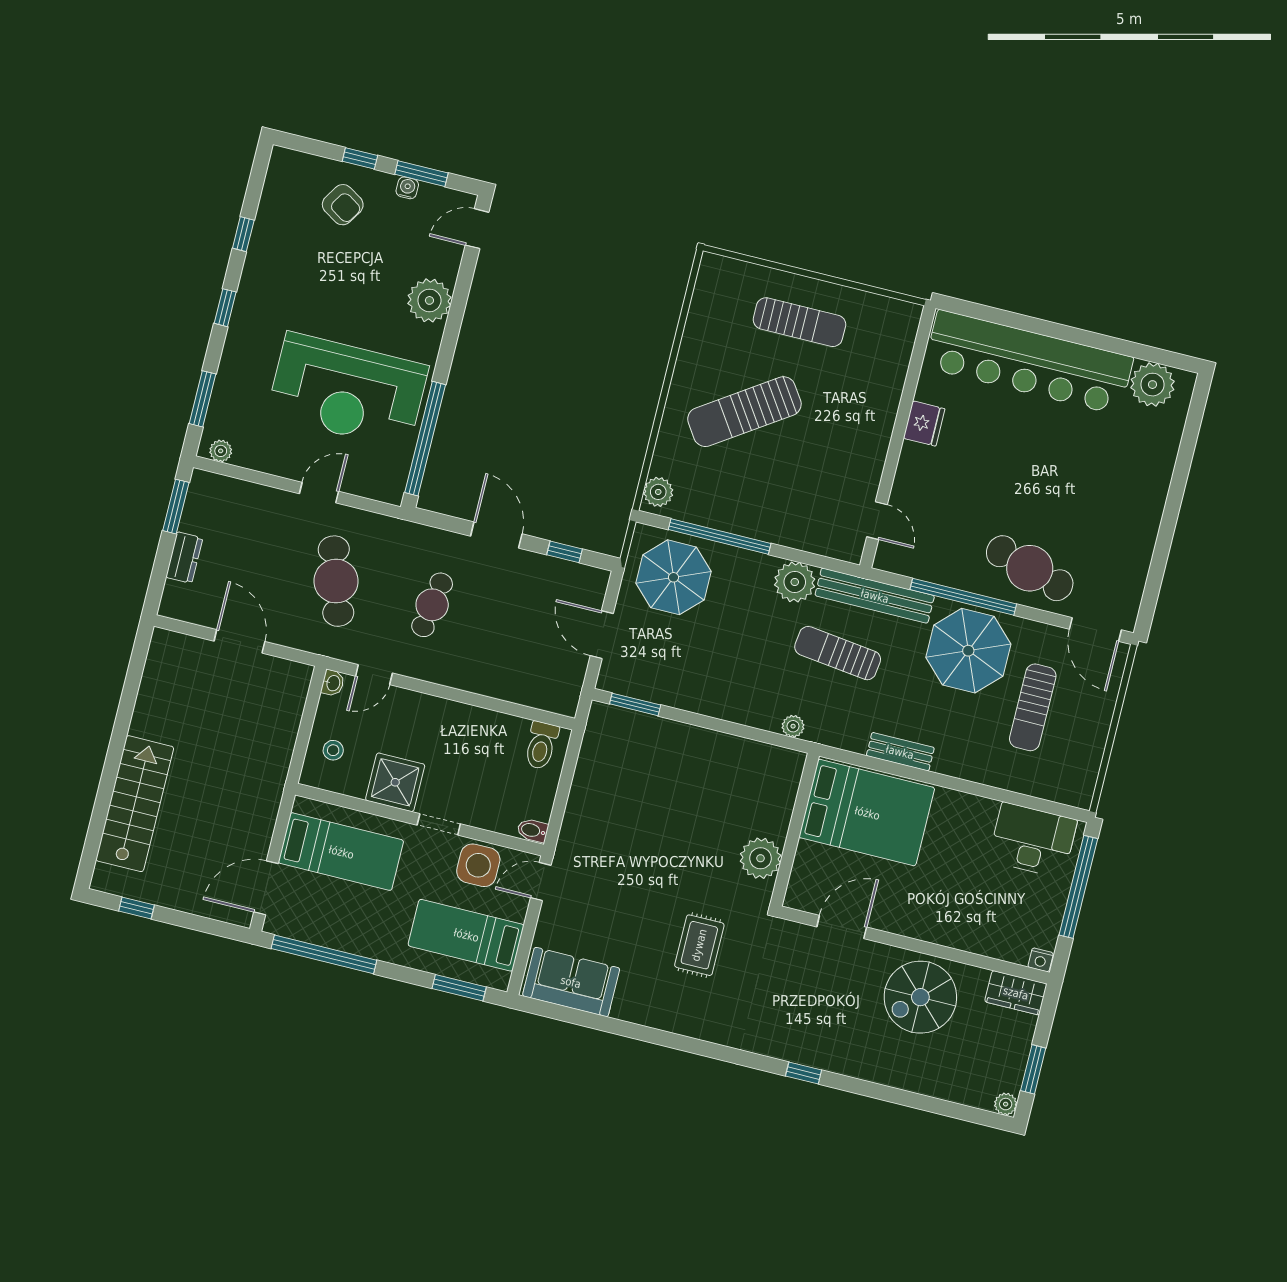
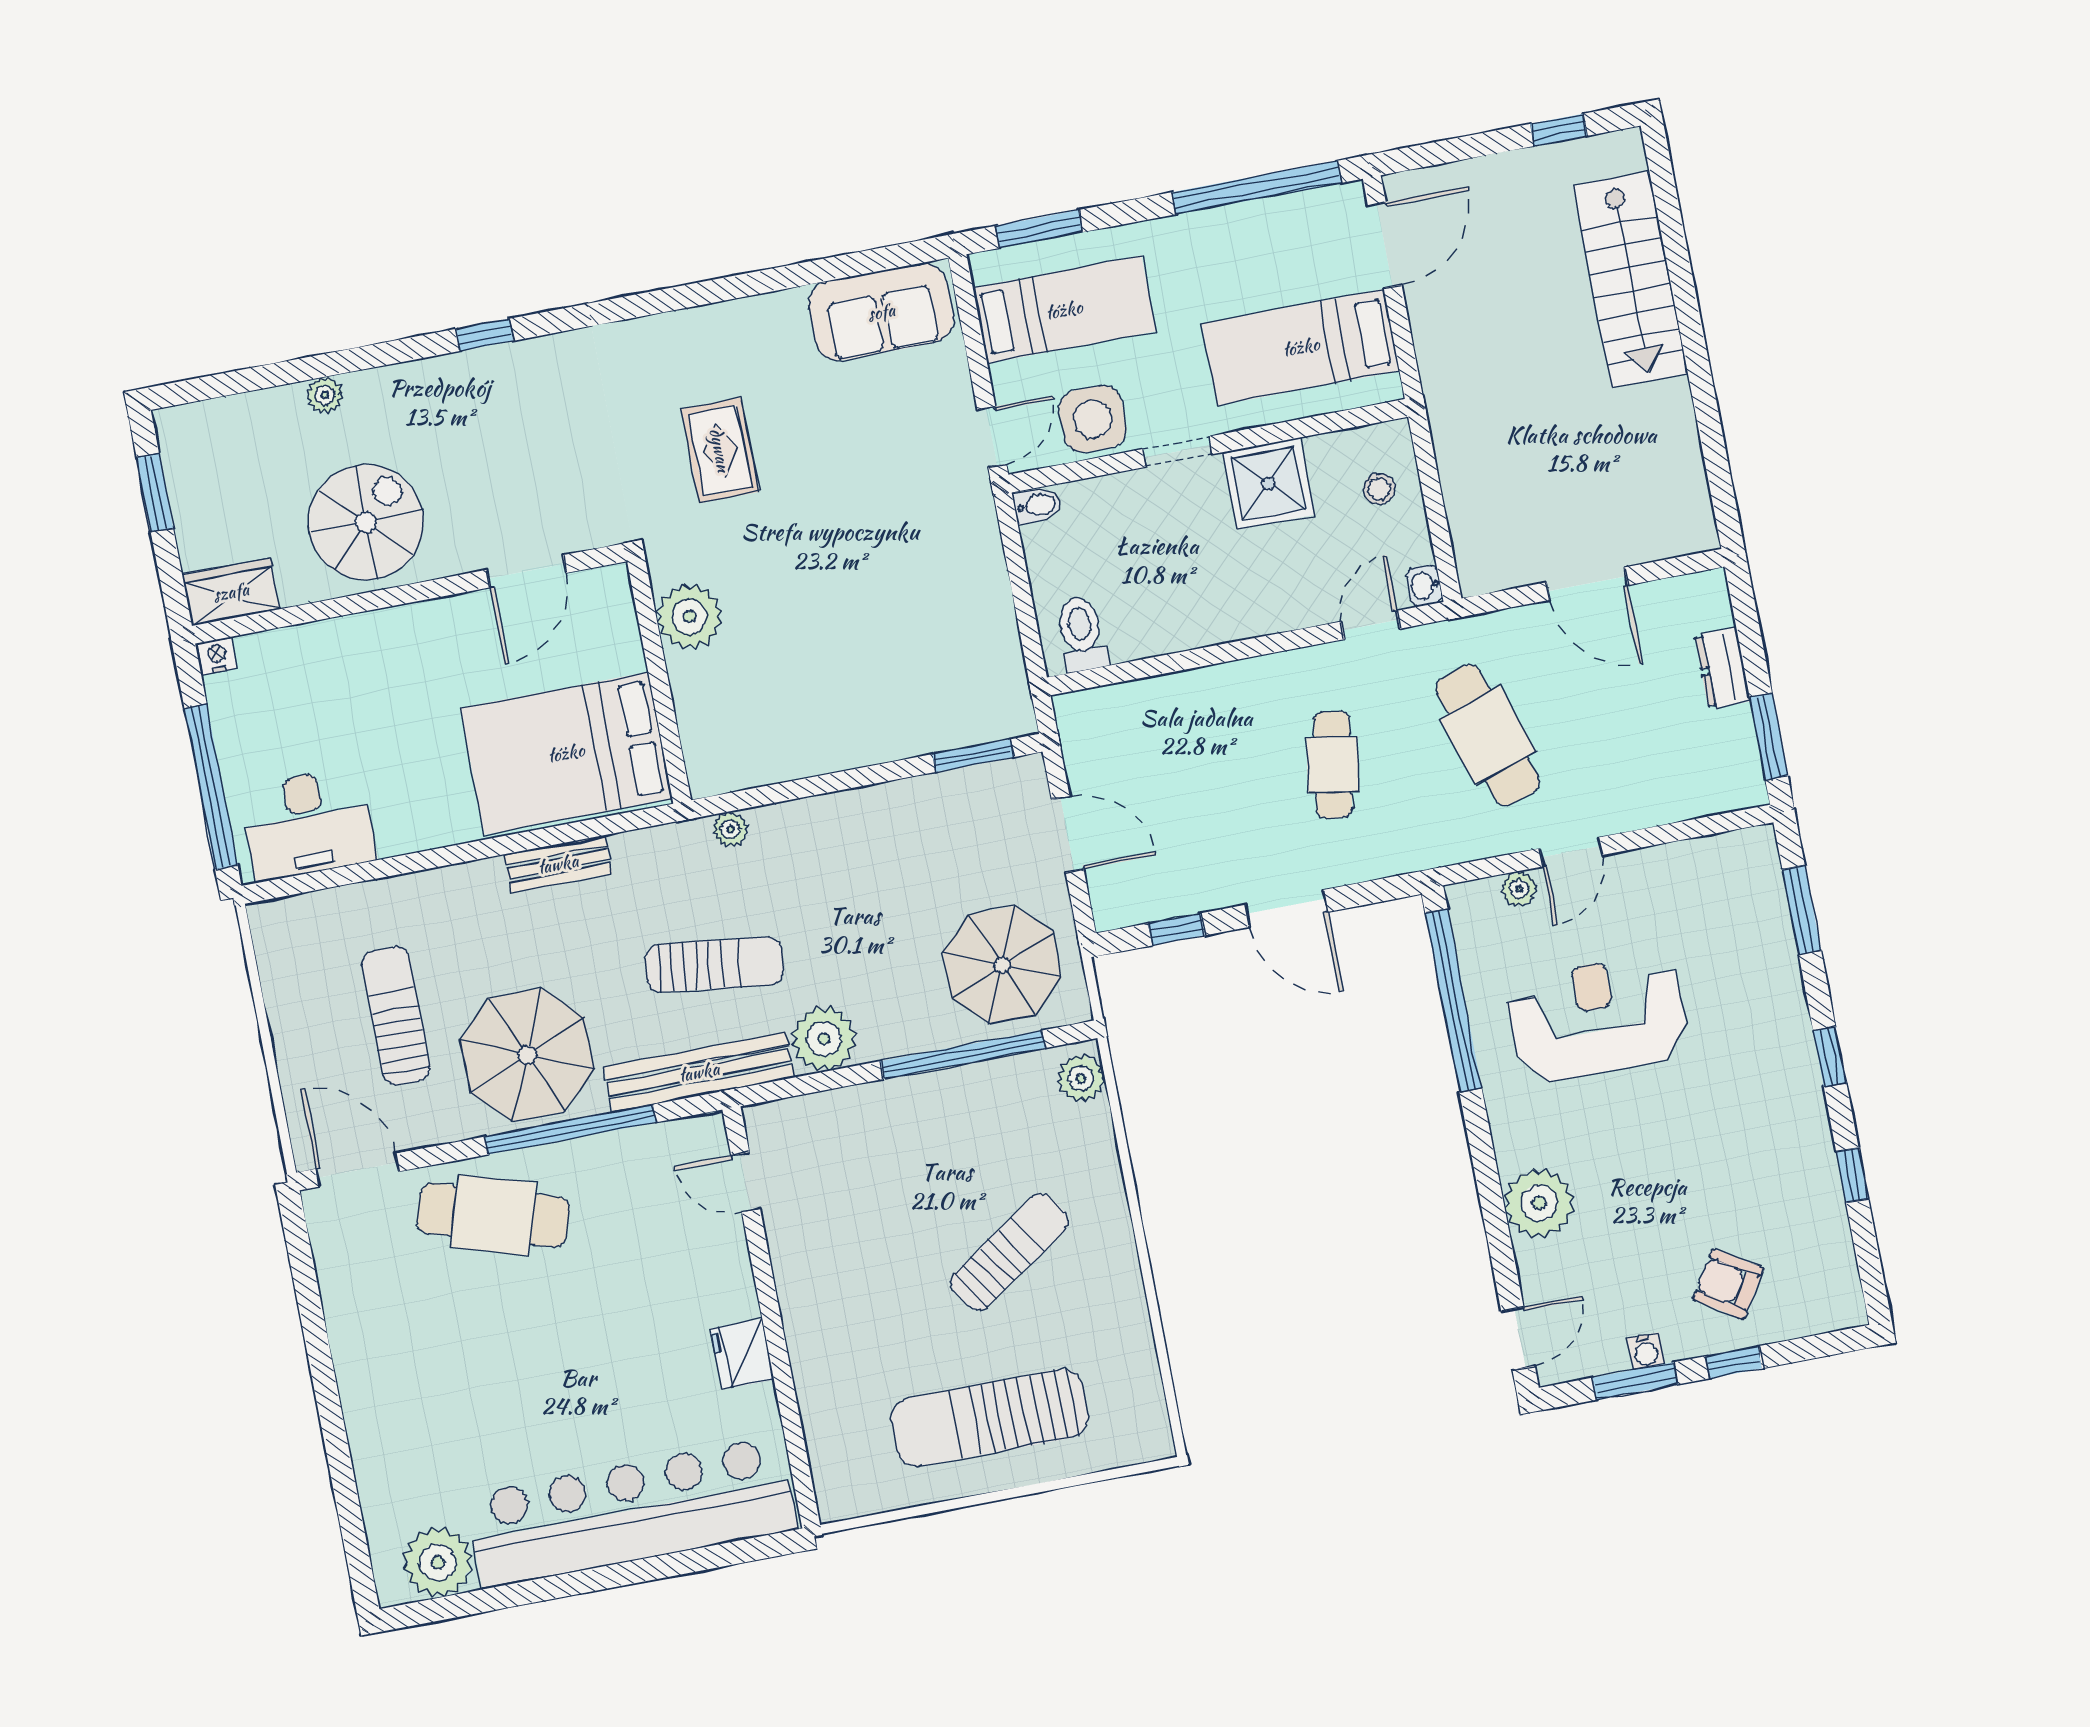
sun lounger: (799, 322) -> (990, 1418), width x1.36, depth x1.34
reception desk: (348, 391) -> (1597, 1018), width x0.74, depth x0.77
sun lounger: (744, 412) -> (1010, 1252), width x0.73, depth x0.75
plant: (221, 451) -> (1519, 889), moved
plant: (1006, 1104) -> (325, 395), moved

